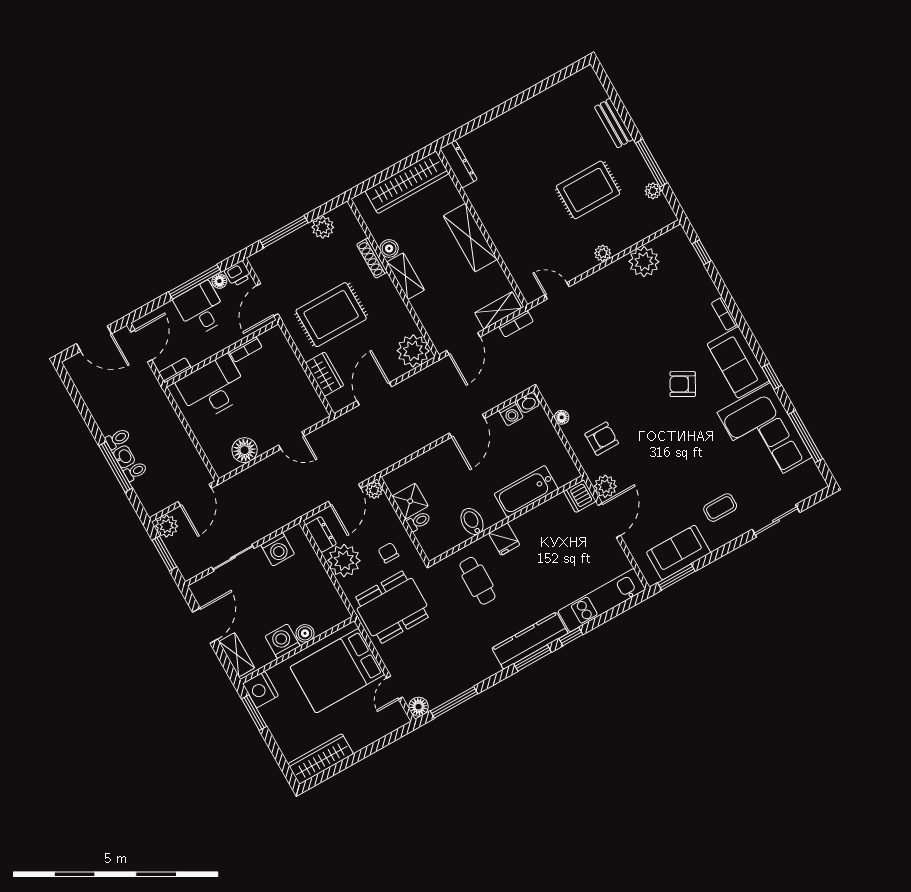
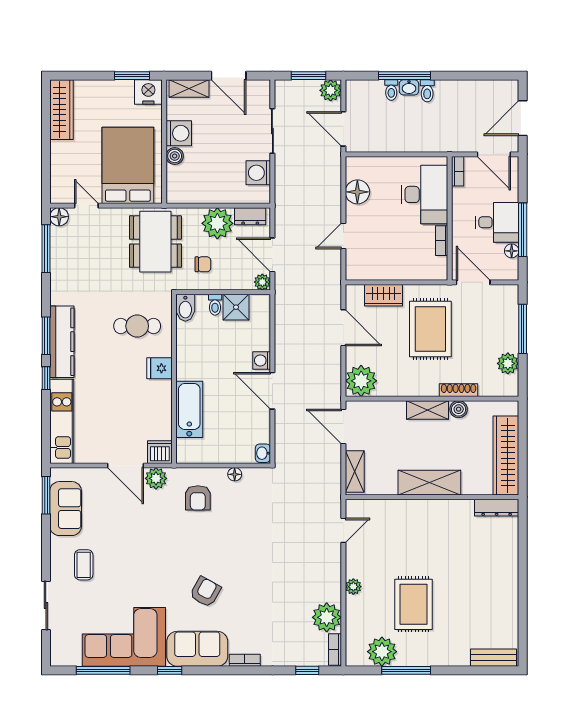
bench: (614, 123) -> (494, 658), moved
plant: (653, 191) -> (382, 652), width x1.87, depth x1.87
printer: (238, 274) -> (509, 270), removed
bookcase: (516, 324) -> (335, 649), moved
washing machine: (511, 414) -> (262, 360), moved
bidet: (472, 522) -> (185, 308), moved, turned 90

